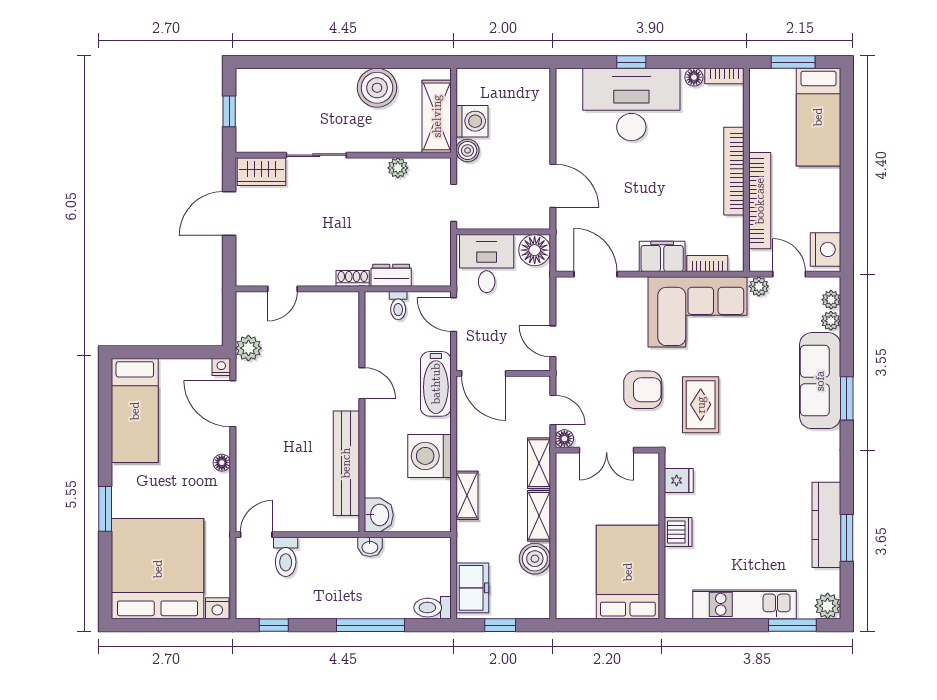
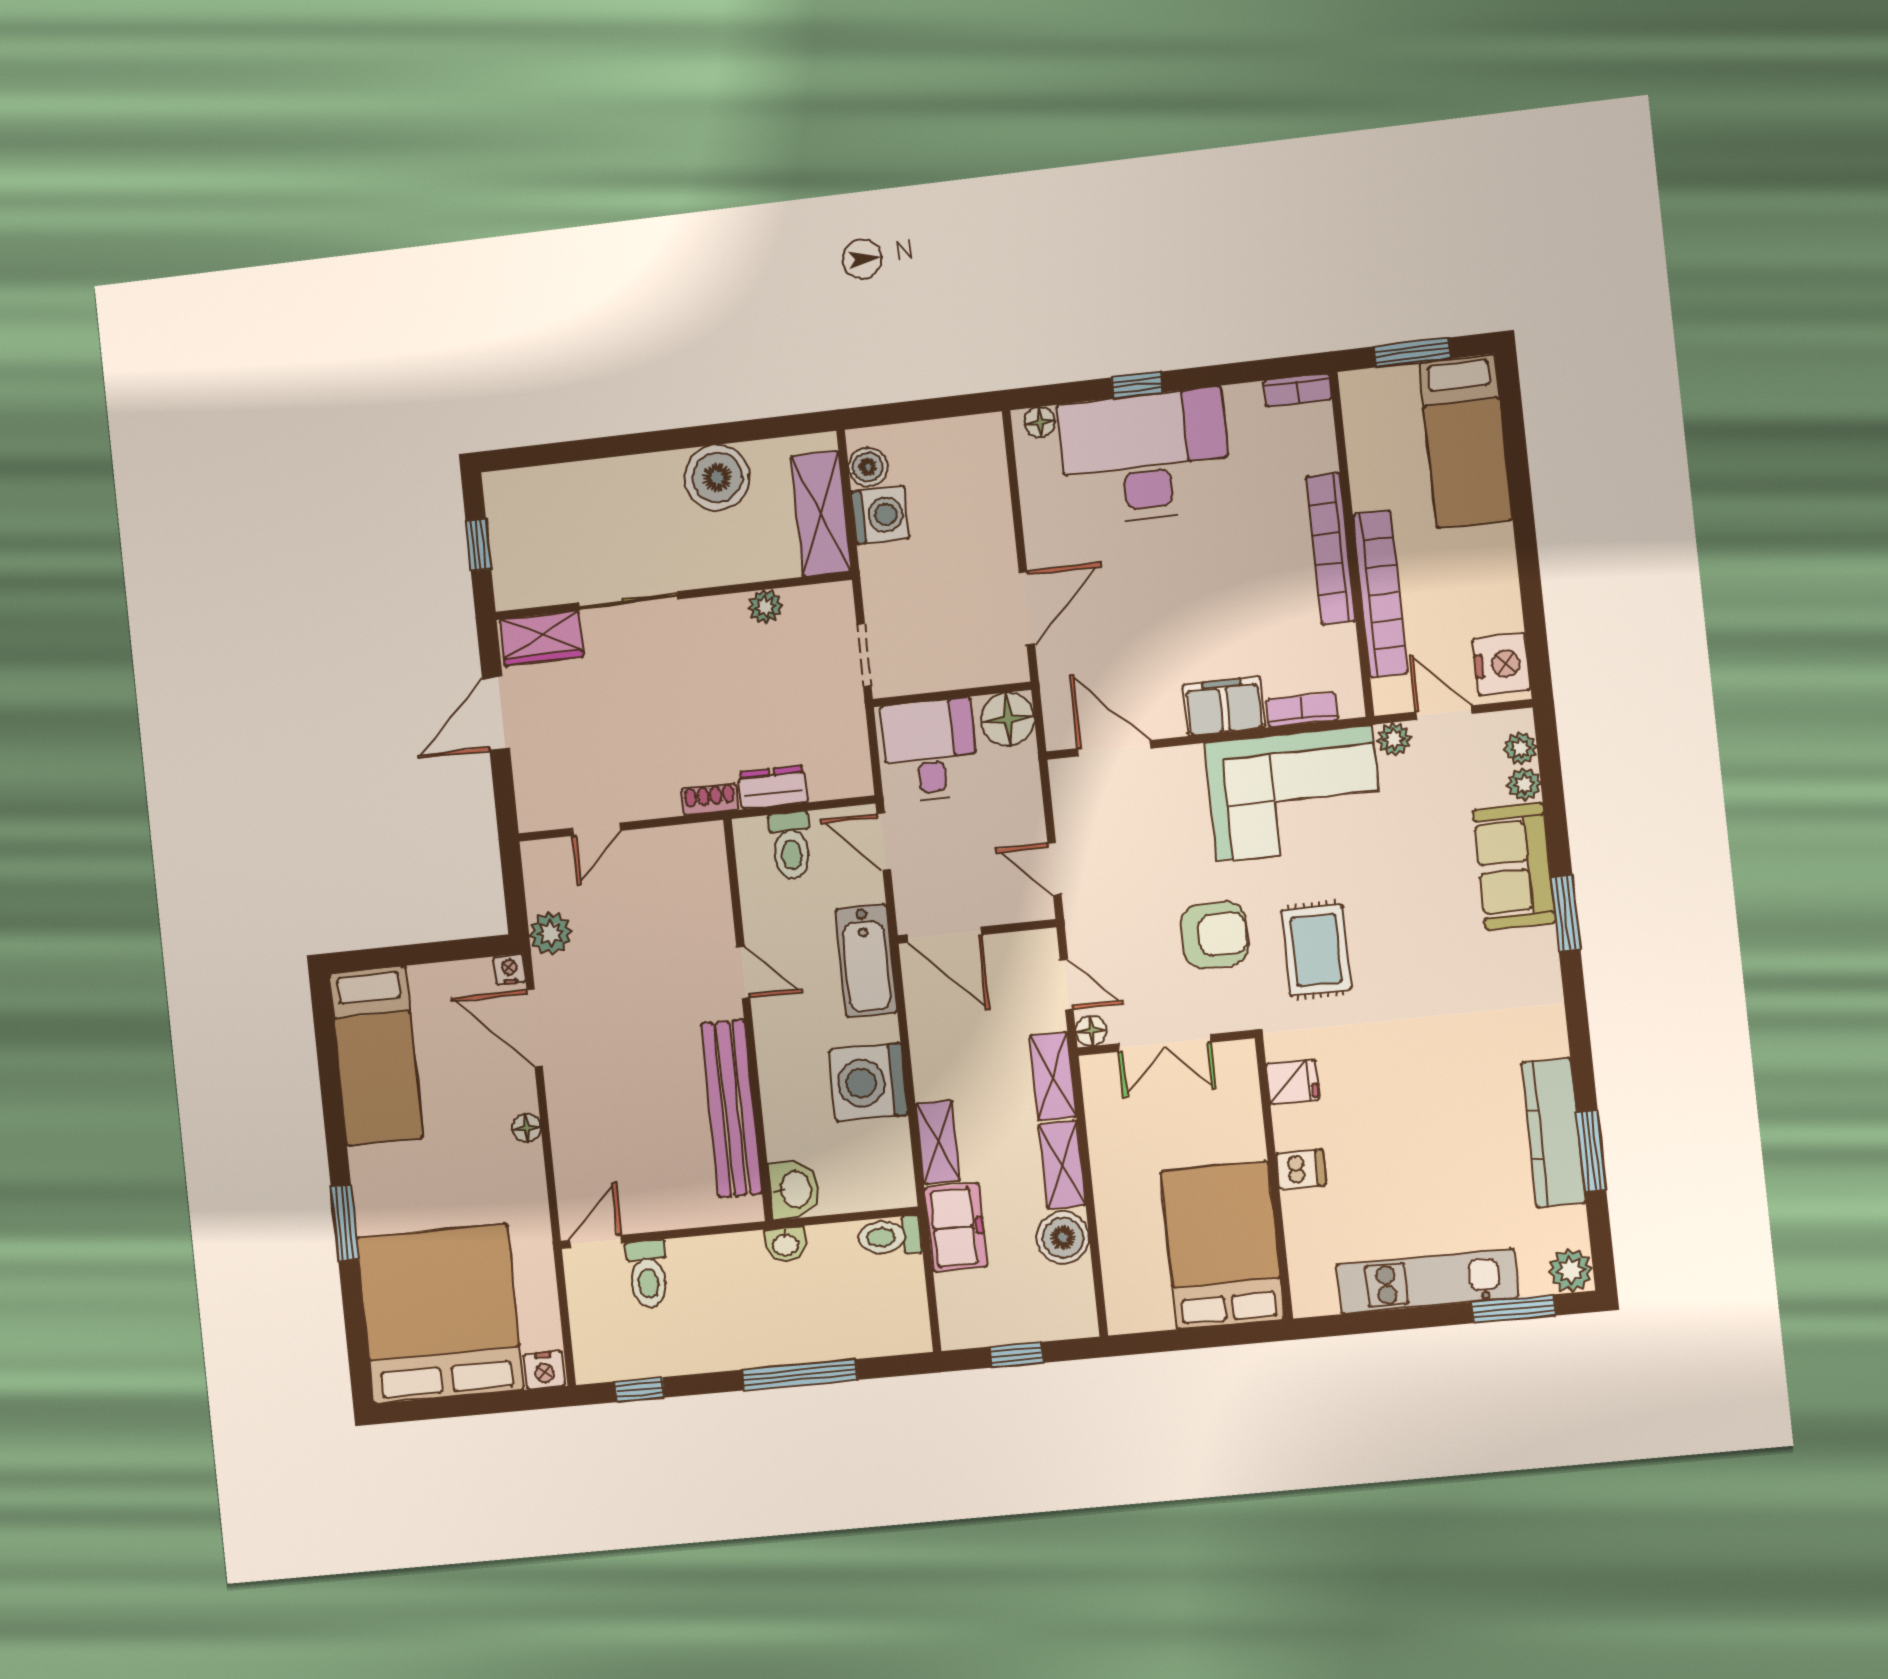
floor lamp: (694, 77) -> (1040, 422), moved
boiler: (468, 150) -> (868, 467), moved
door: (553, 186) -> (1027, 608), hinge flipped
toilet: (398, 306) -> (791, 846), width x1.37, depth x1.39
sofa: (820, 381) -> (1514, 866), width x0.73
dishwasher: (678, 532) -> (1301, 1169), width x0.73
freezer: (472, 588) -> (956, 1227), moved
toilet: (433, 608) -> (890, 1237), moved

